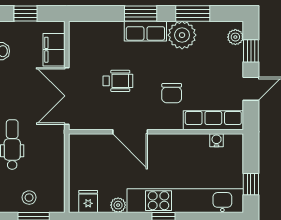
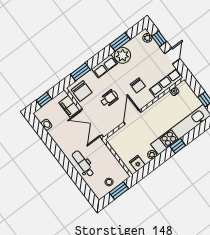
window: (141, 13) -> (80, 72), moved
chair: (87, 42) -> (82, 91), added
door: (130, 132) -> (132, 117), swing flipped

